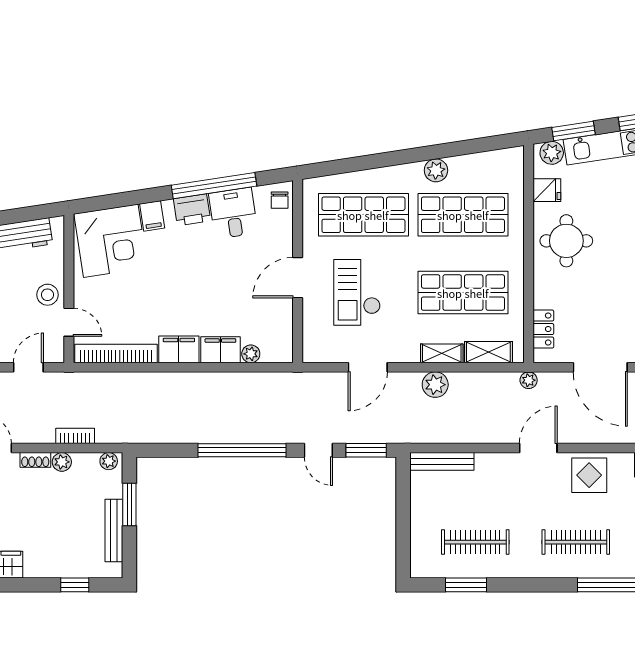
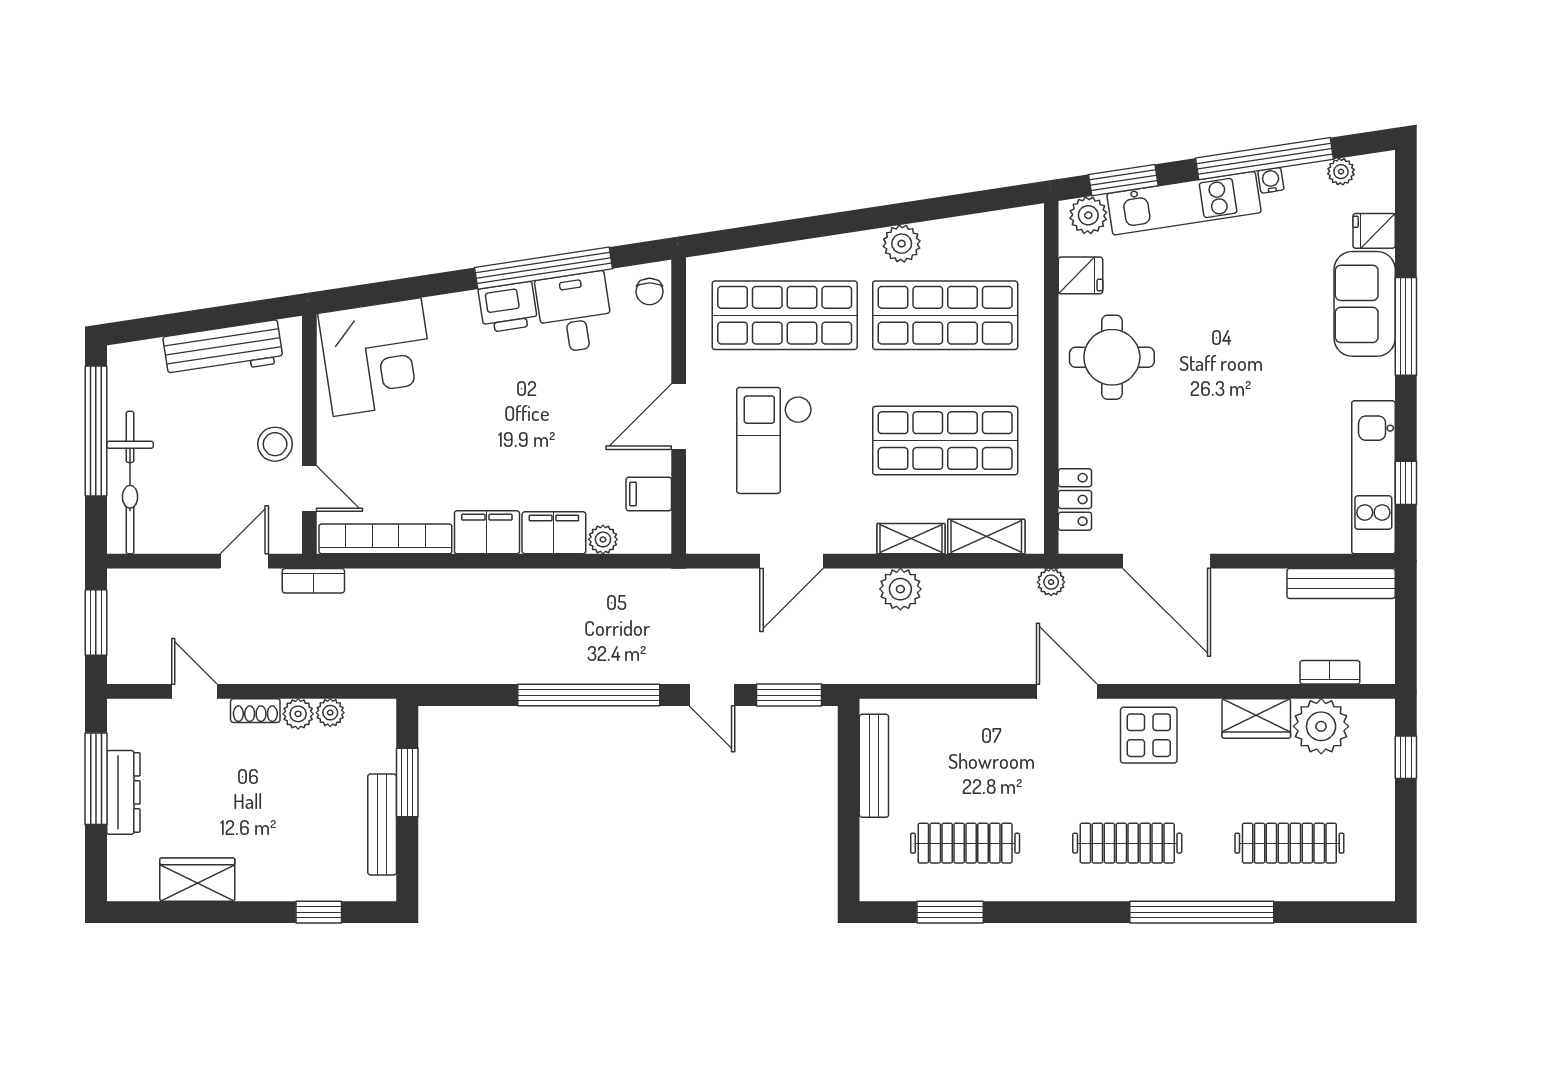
filing cabinet: (152, 216) -> (649, 494), moved, turned 99
bookcase: (75, 436) -> (313, 581), moved, turned 180
door: (538, 448) -> (1067, 691), hinge flipped
plant: (109, 461) -> (330, 713), moved
bench: (442, 461) -> (874, 766), moved, turned 90

